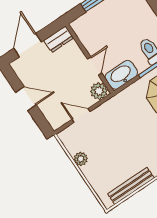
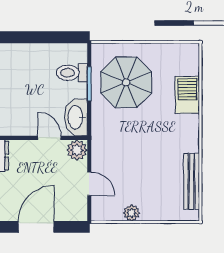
door: (26, 99) -> (36, 227), width x1.38
door: (81, 115) -> (89, 184), swing flipped

